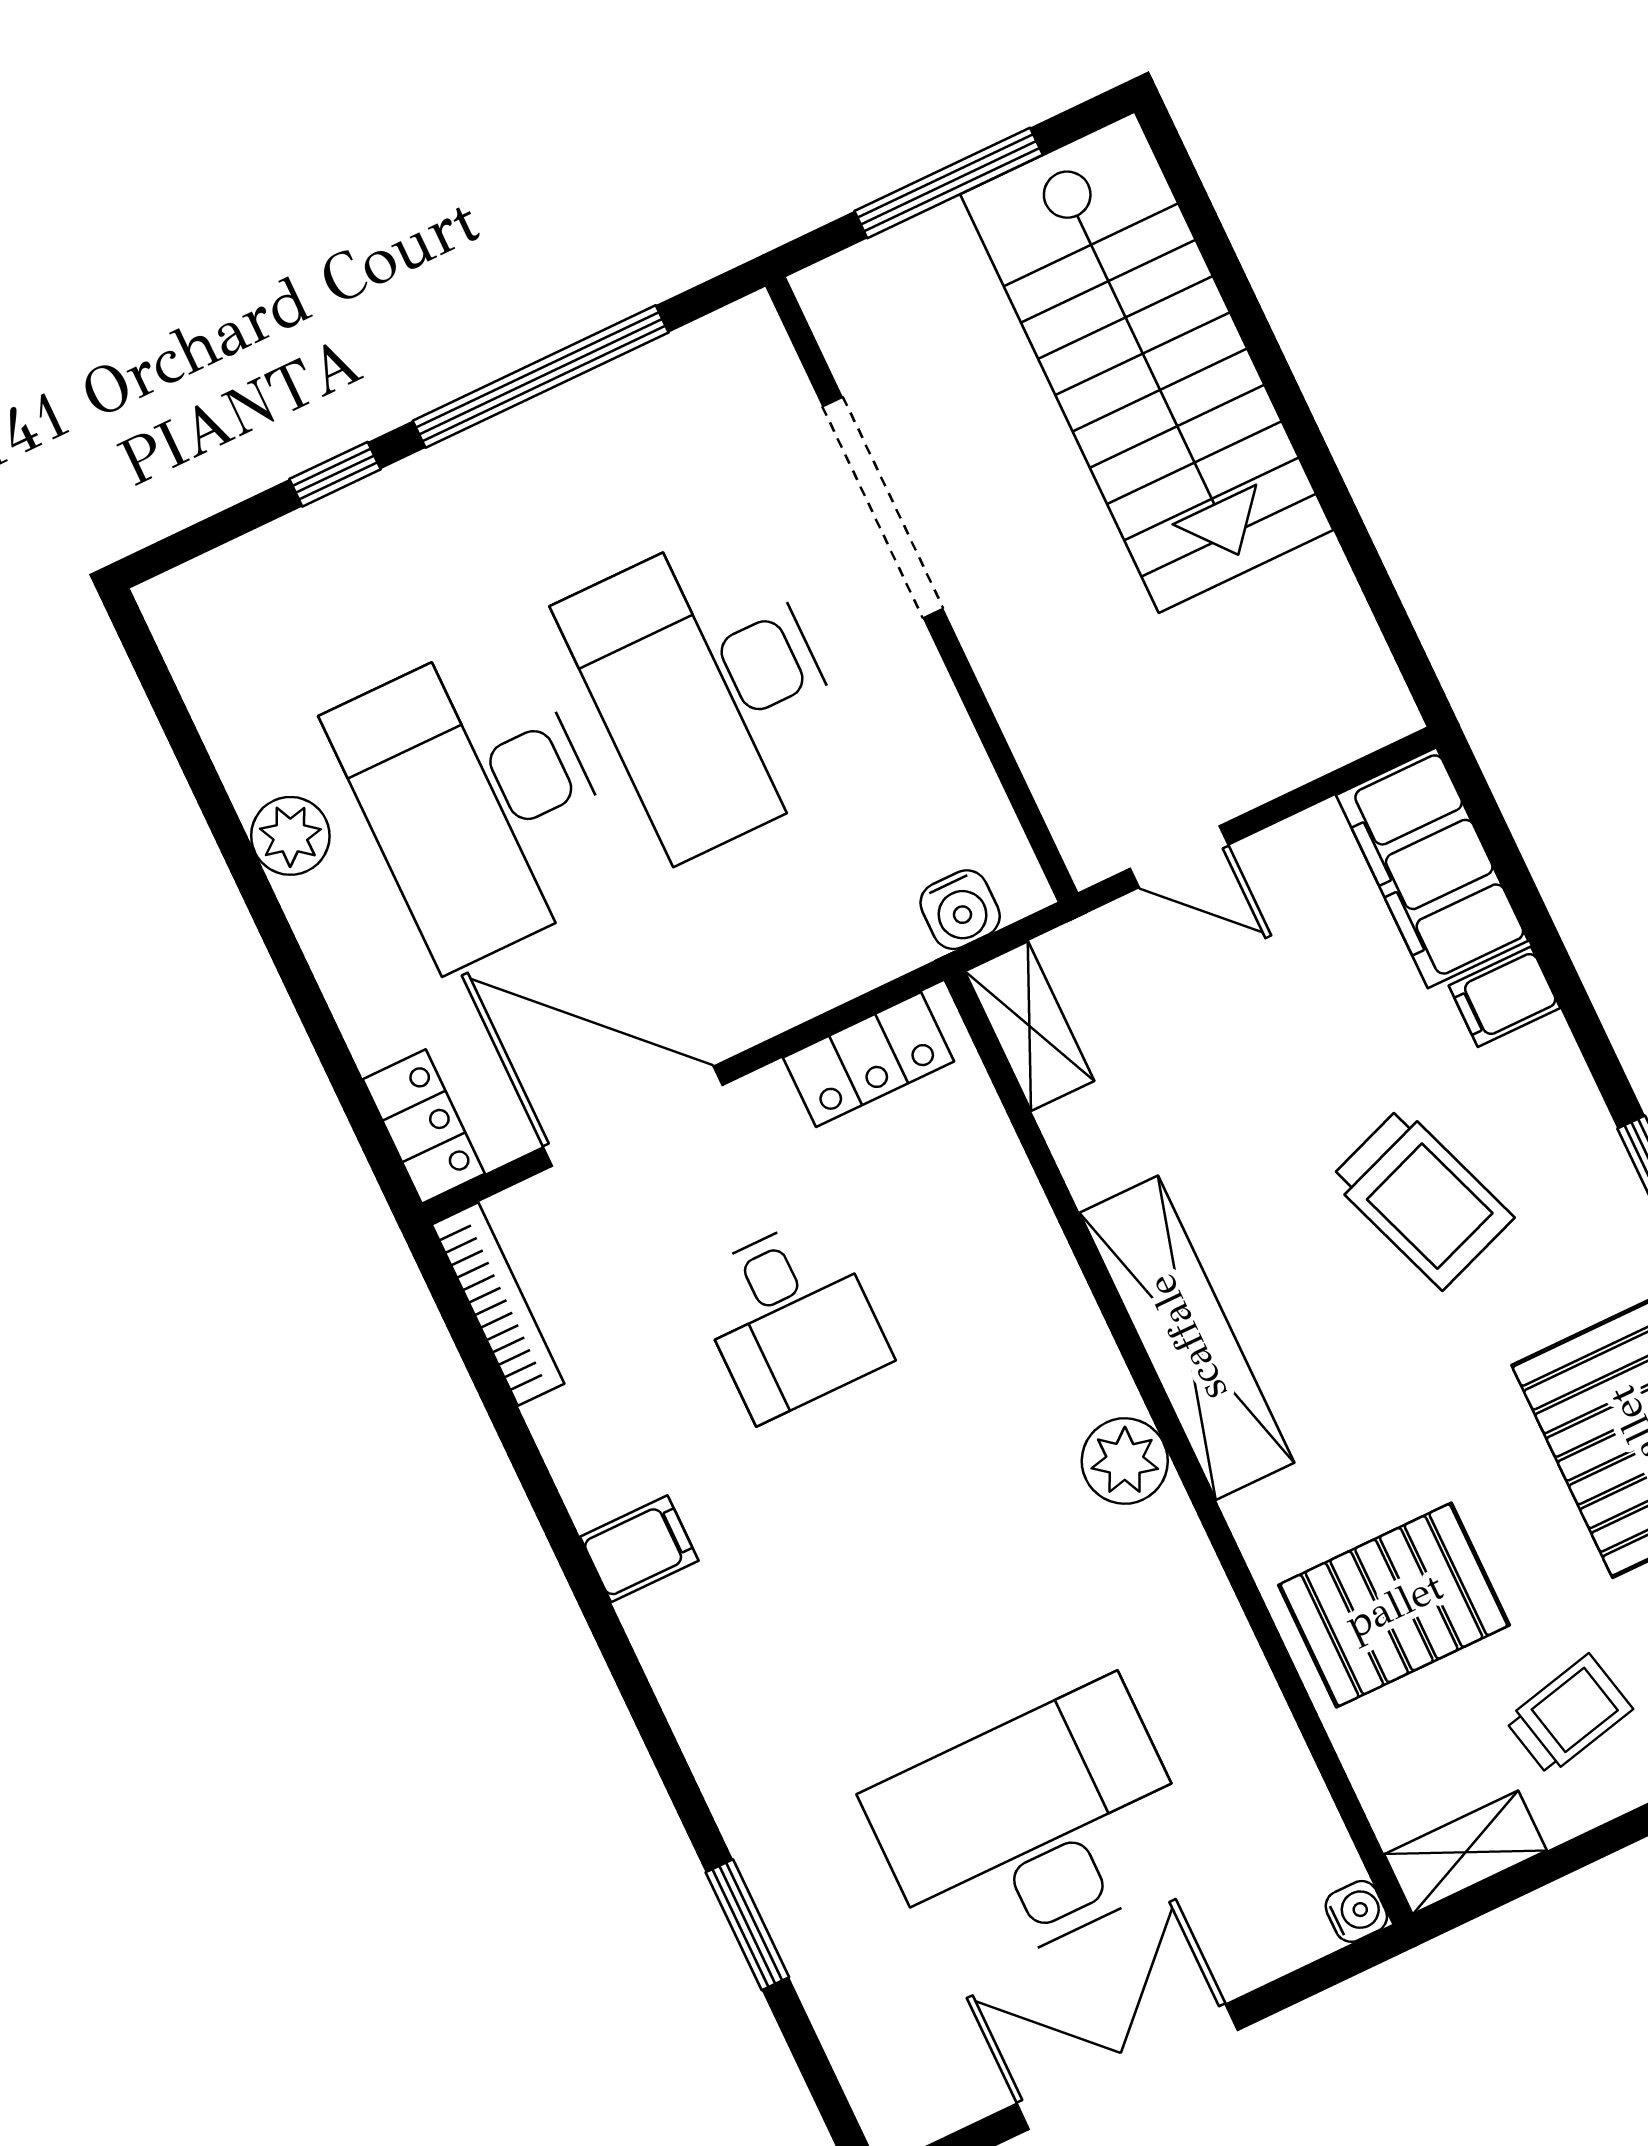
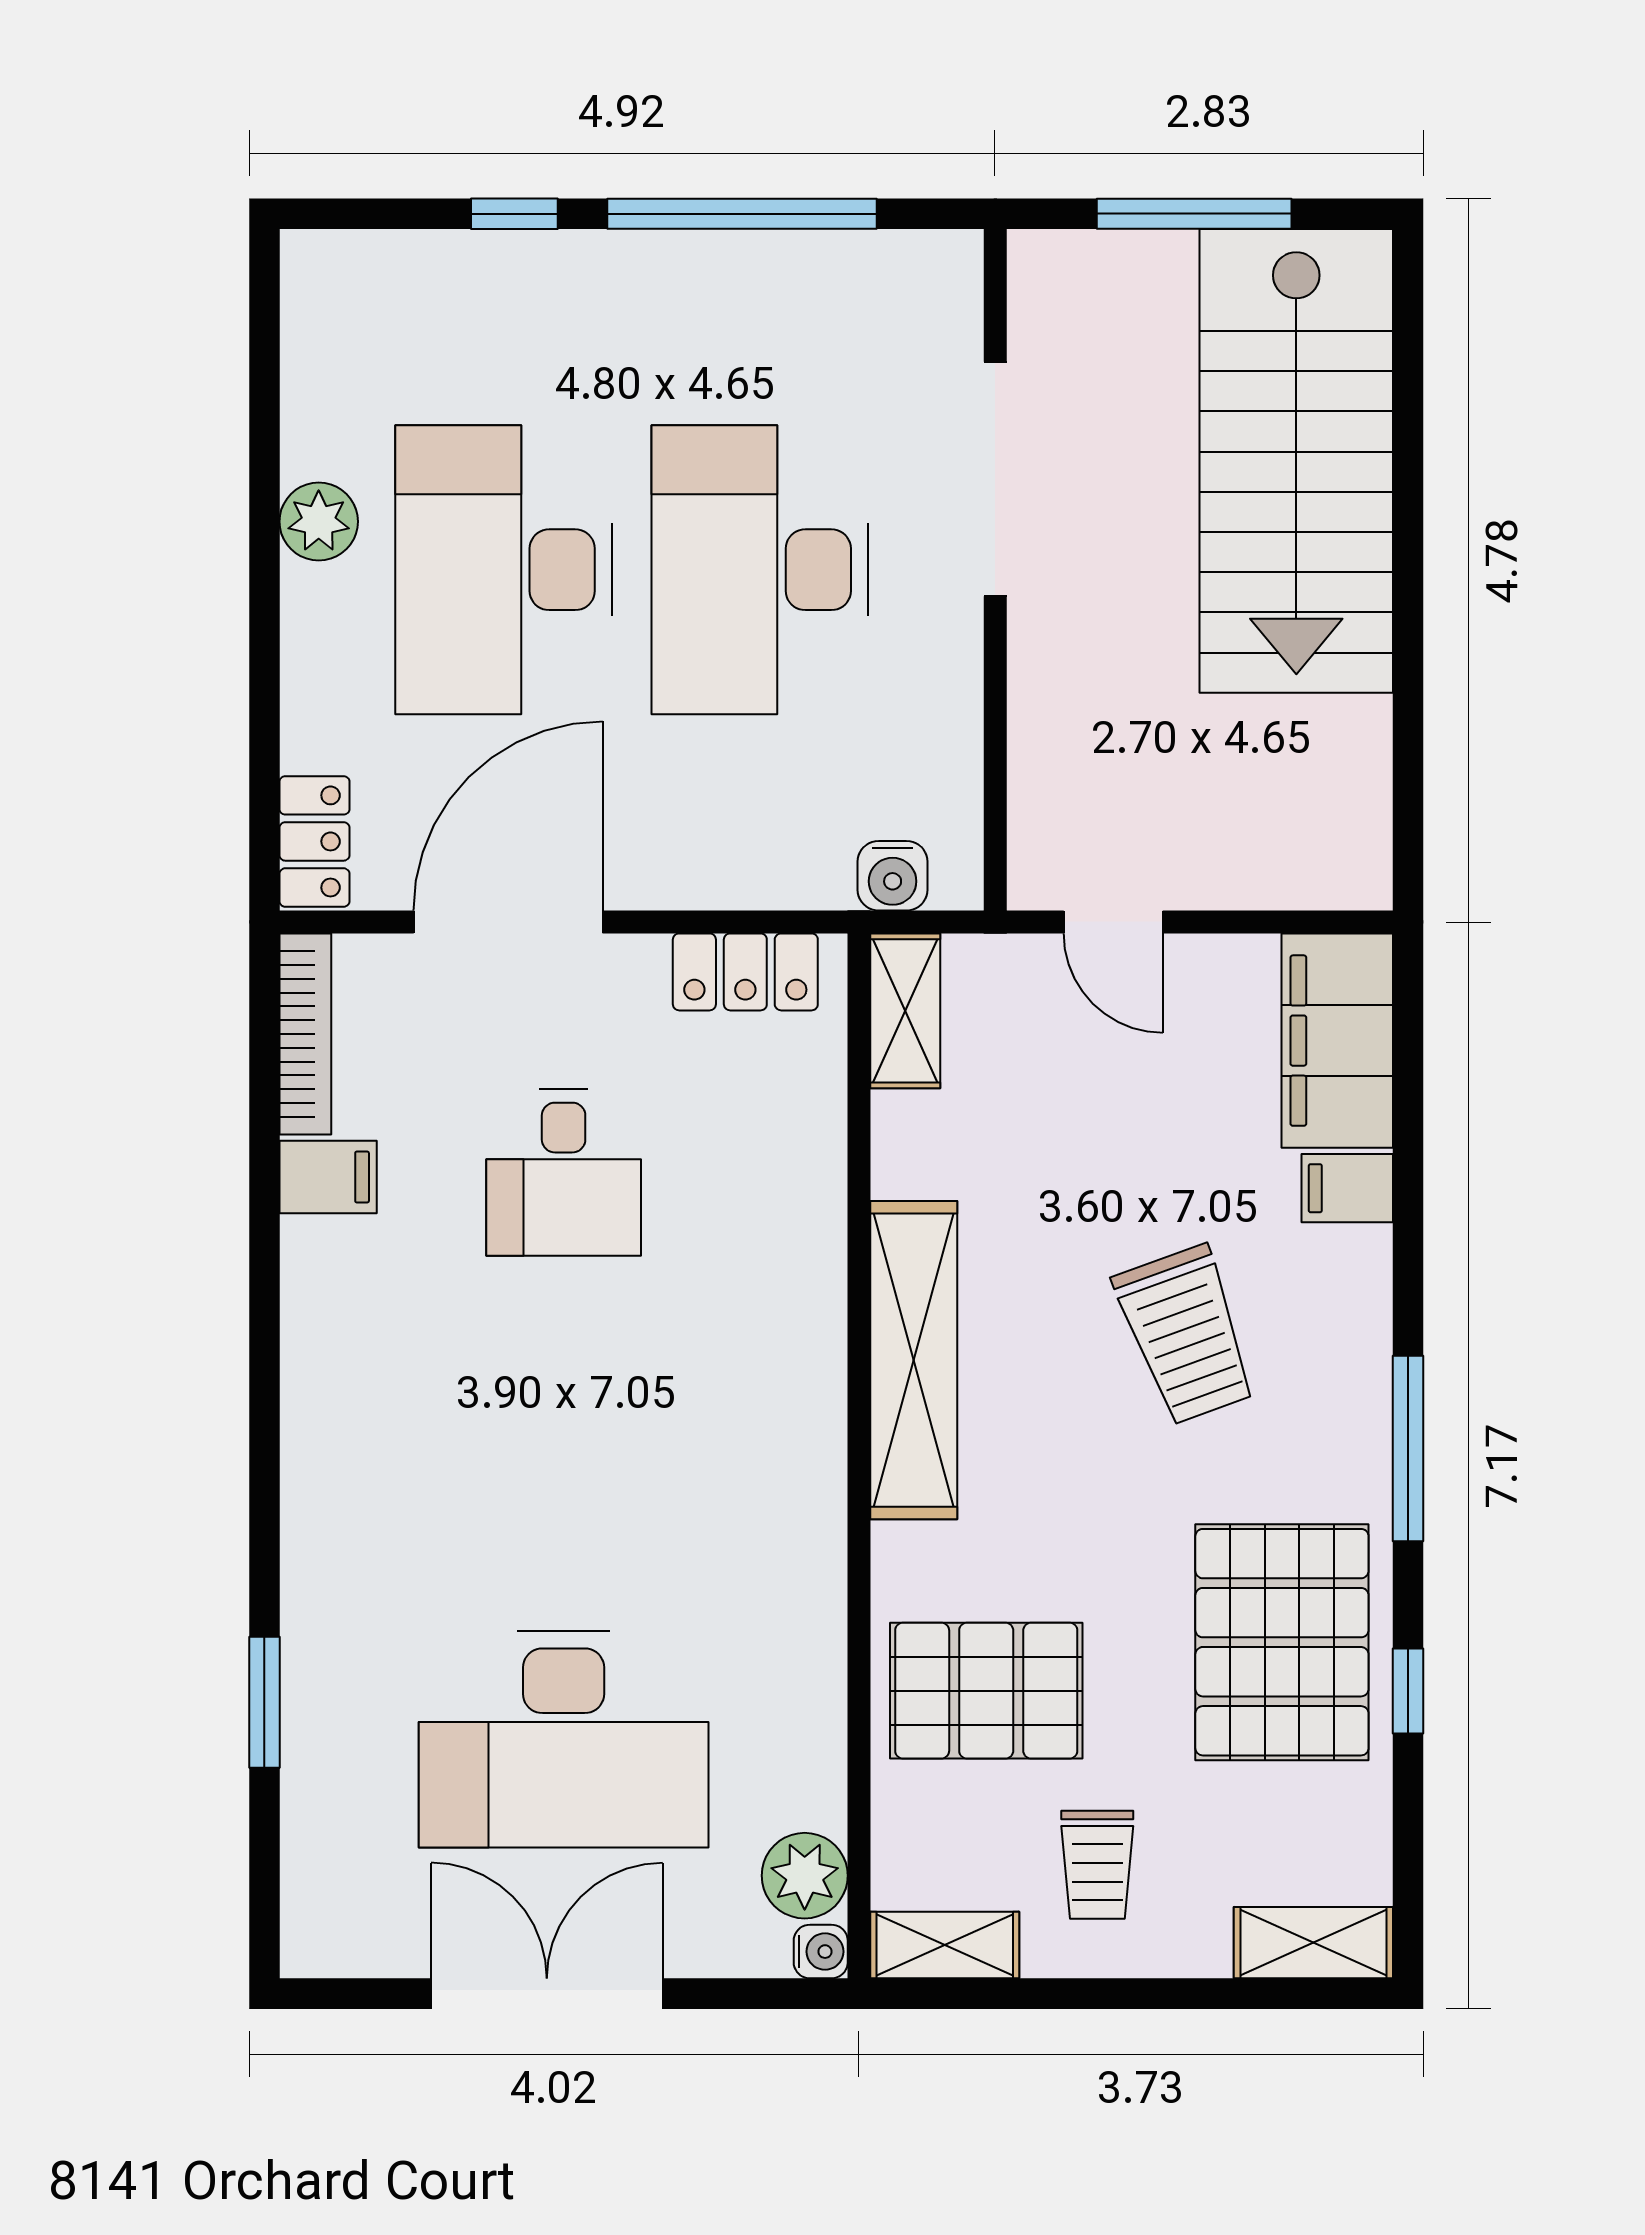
door: (633, 1116) -> (508, 922), hinge flipped
plant: (1125, 1461) -> (805, 1876), moved
filing cabinet: (639, 1549) -> (328, 1177), moved
trolley: (1569, 1715) -> (1097, 1865), turned 103
desk: (1033, 1830) -> (564, 1739), turned 180

